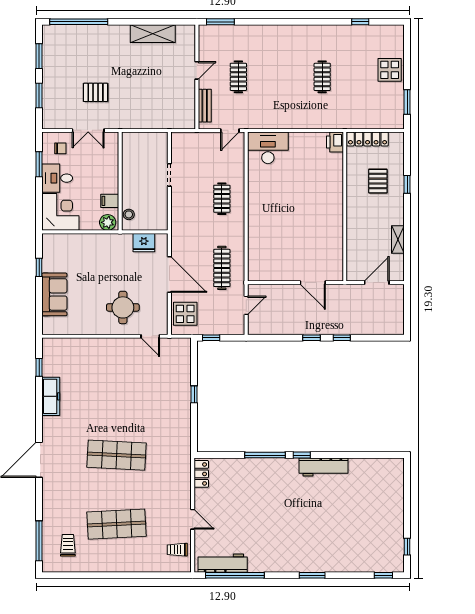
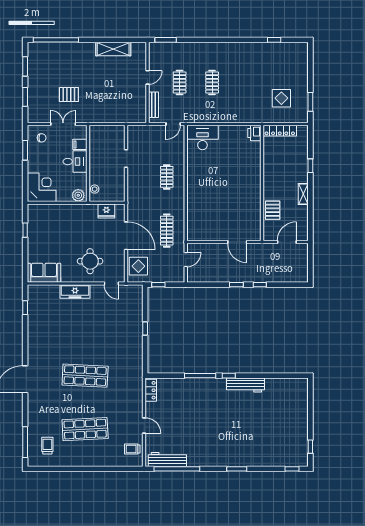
display table: (390, 70) -> (281, 98), moved
clothes rail: (322, 77) -> (212, 82), moved
double door: (88, 130) -> (63, 124), swing flipped
desk: (57, 178) -> (75, 162), moved, turned 180
pallet: (378, 181) -> (273, 210), moved
filing cabinet: (110, 201) -> (80, 144), moved
shelving: (398, 240) -> (303, 194), moved
sofa: (54, 294) -> (44, 273), moved, turned -90
freezer: (51, 396) -> (75, 292), moved, turned 90

